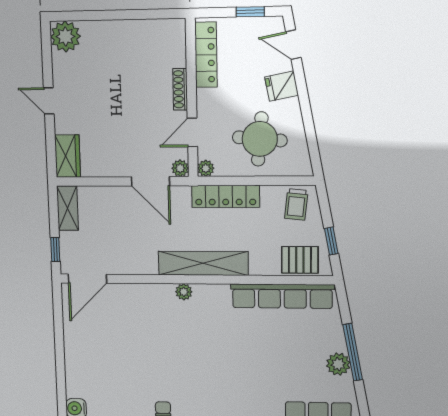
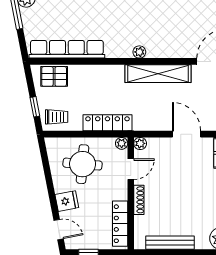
bench: (136, 29) -> (170, 243), added
door: (150, 181) -> (187, 134), moved
trolley: (296, 204) -> (57, 117), turned 84
window: (331, 241) -> (35, 107), moved
shelving: (203, 263) -> (158, 74), moved

